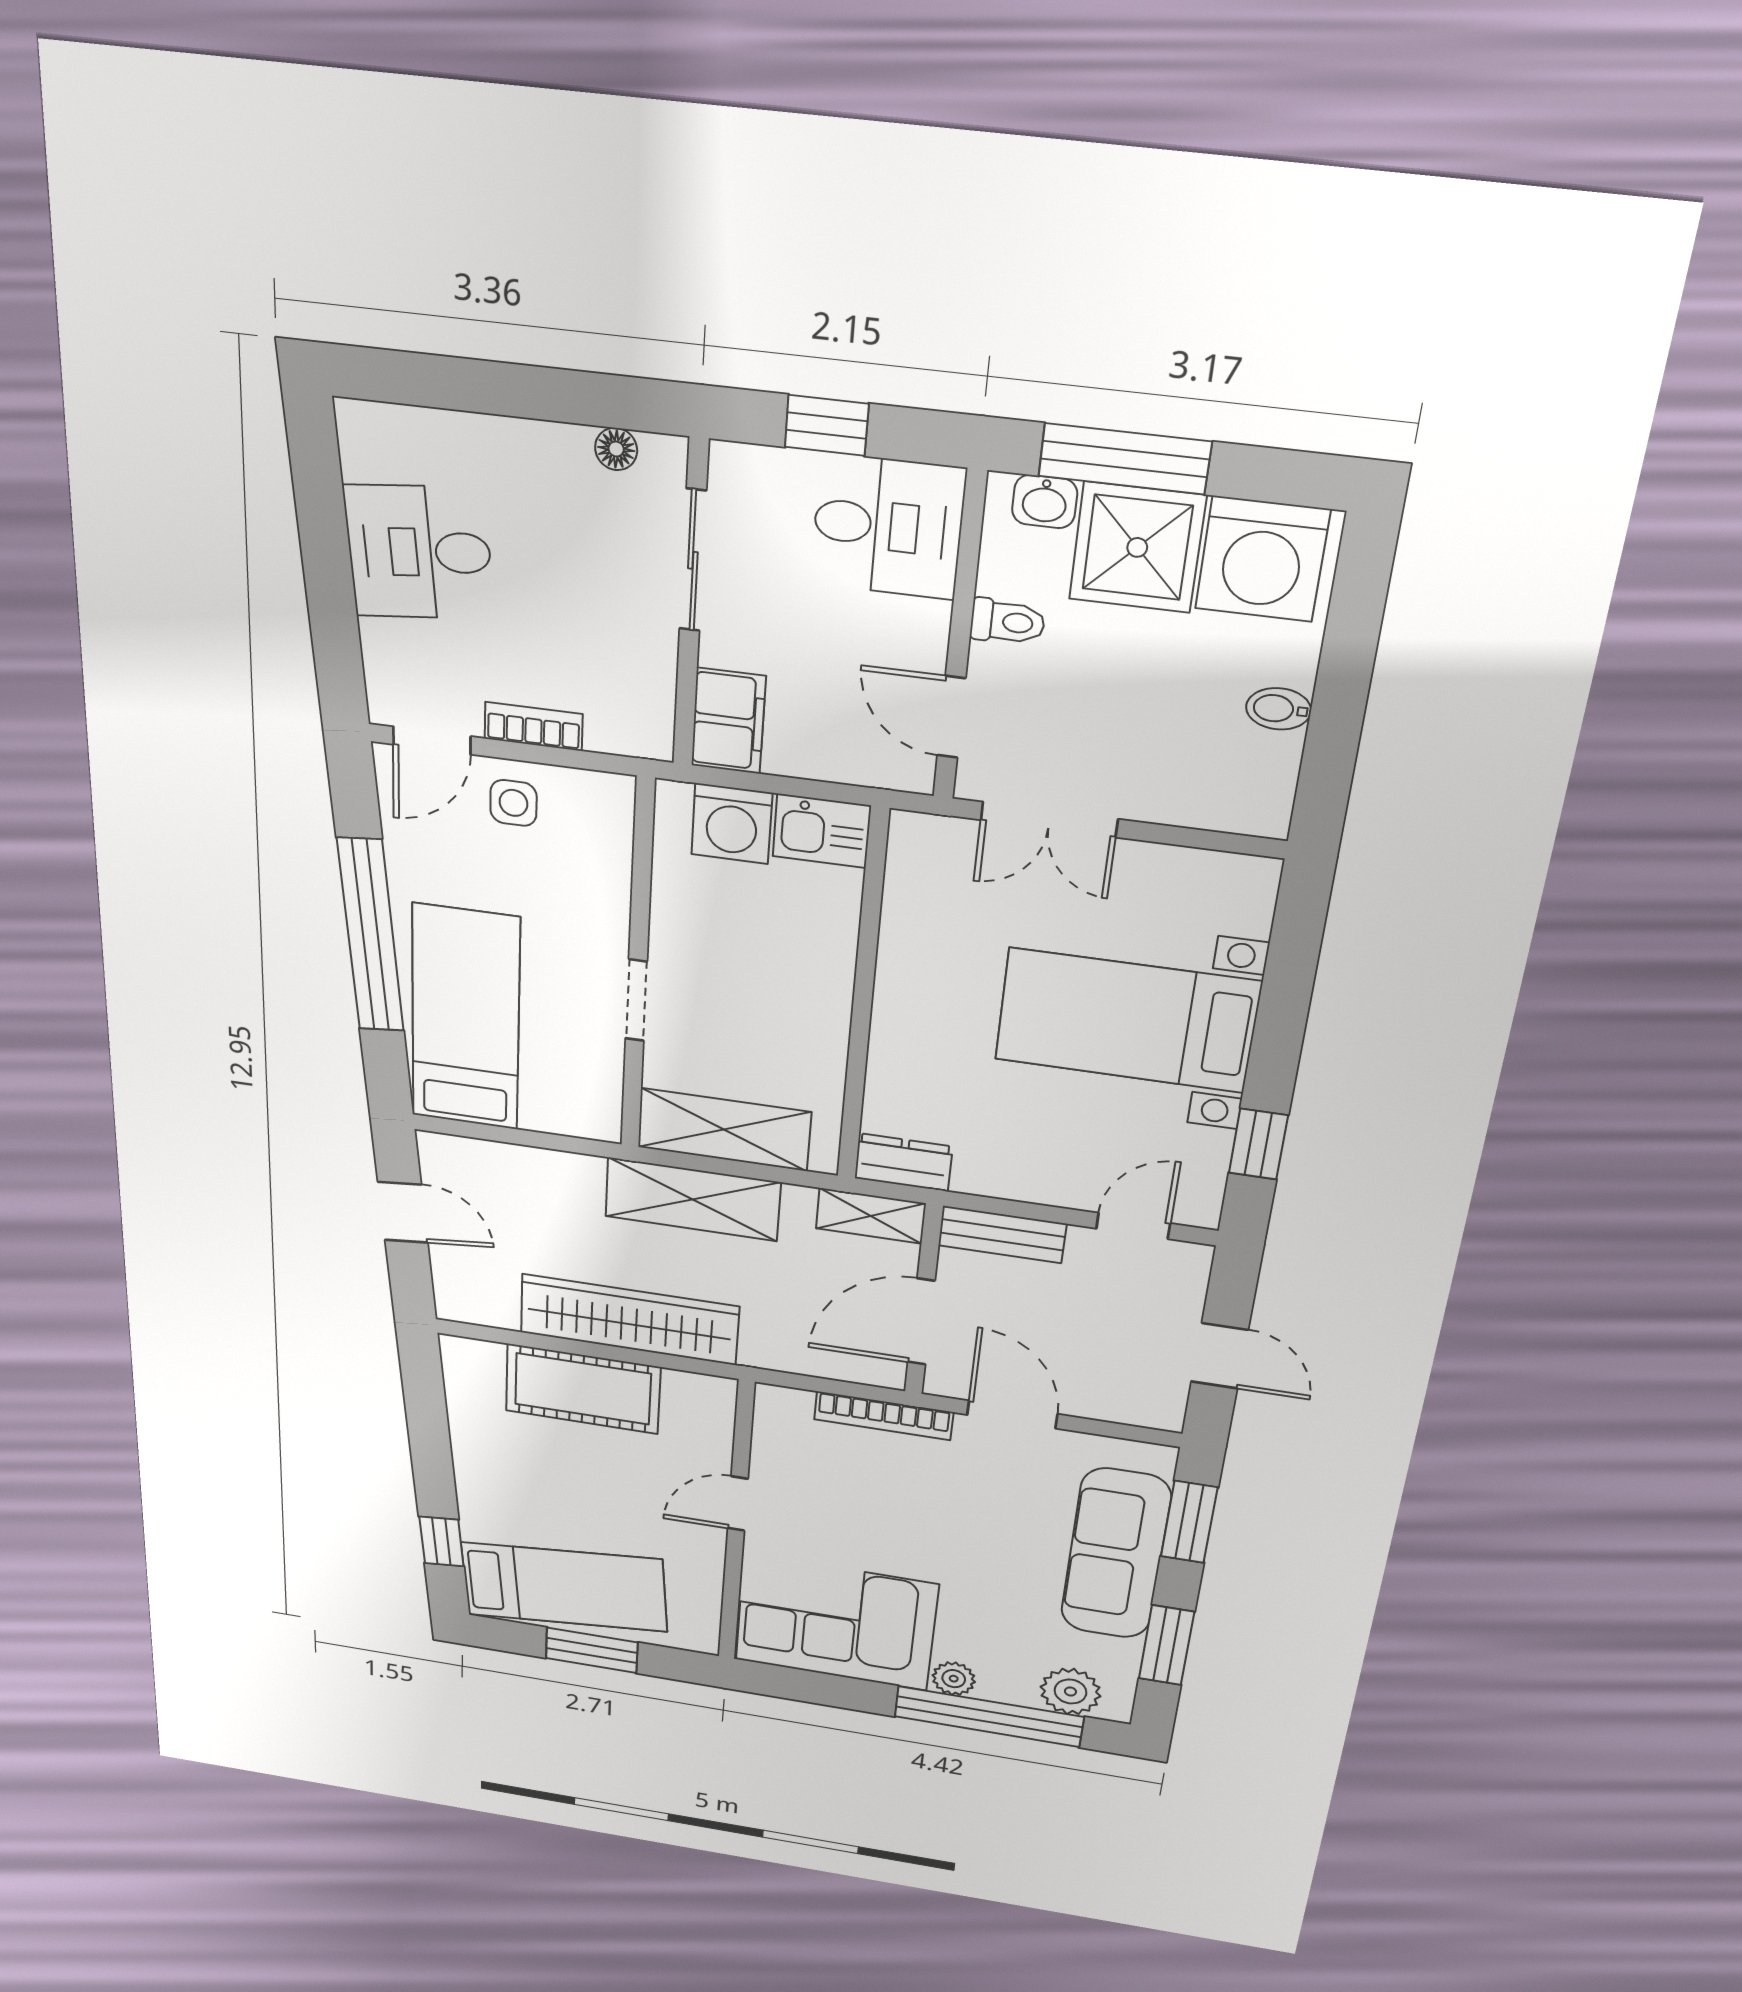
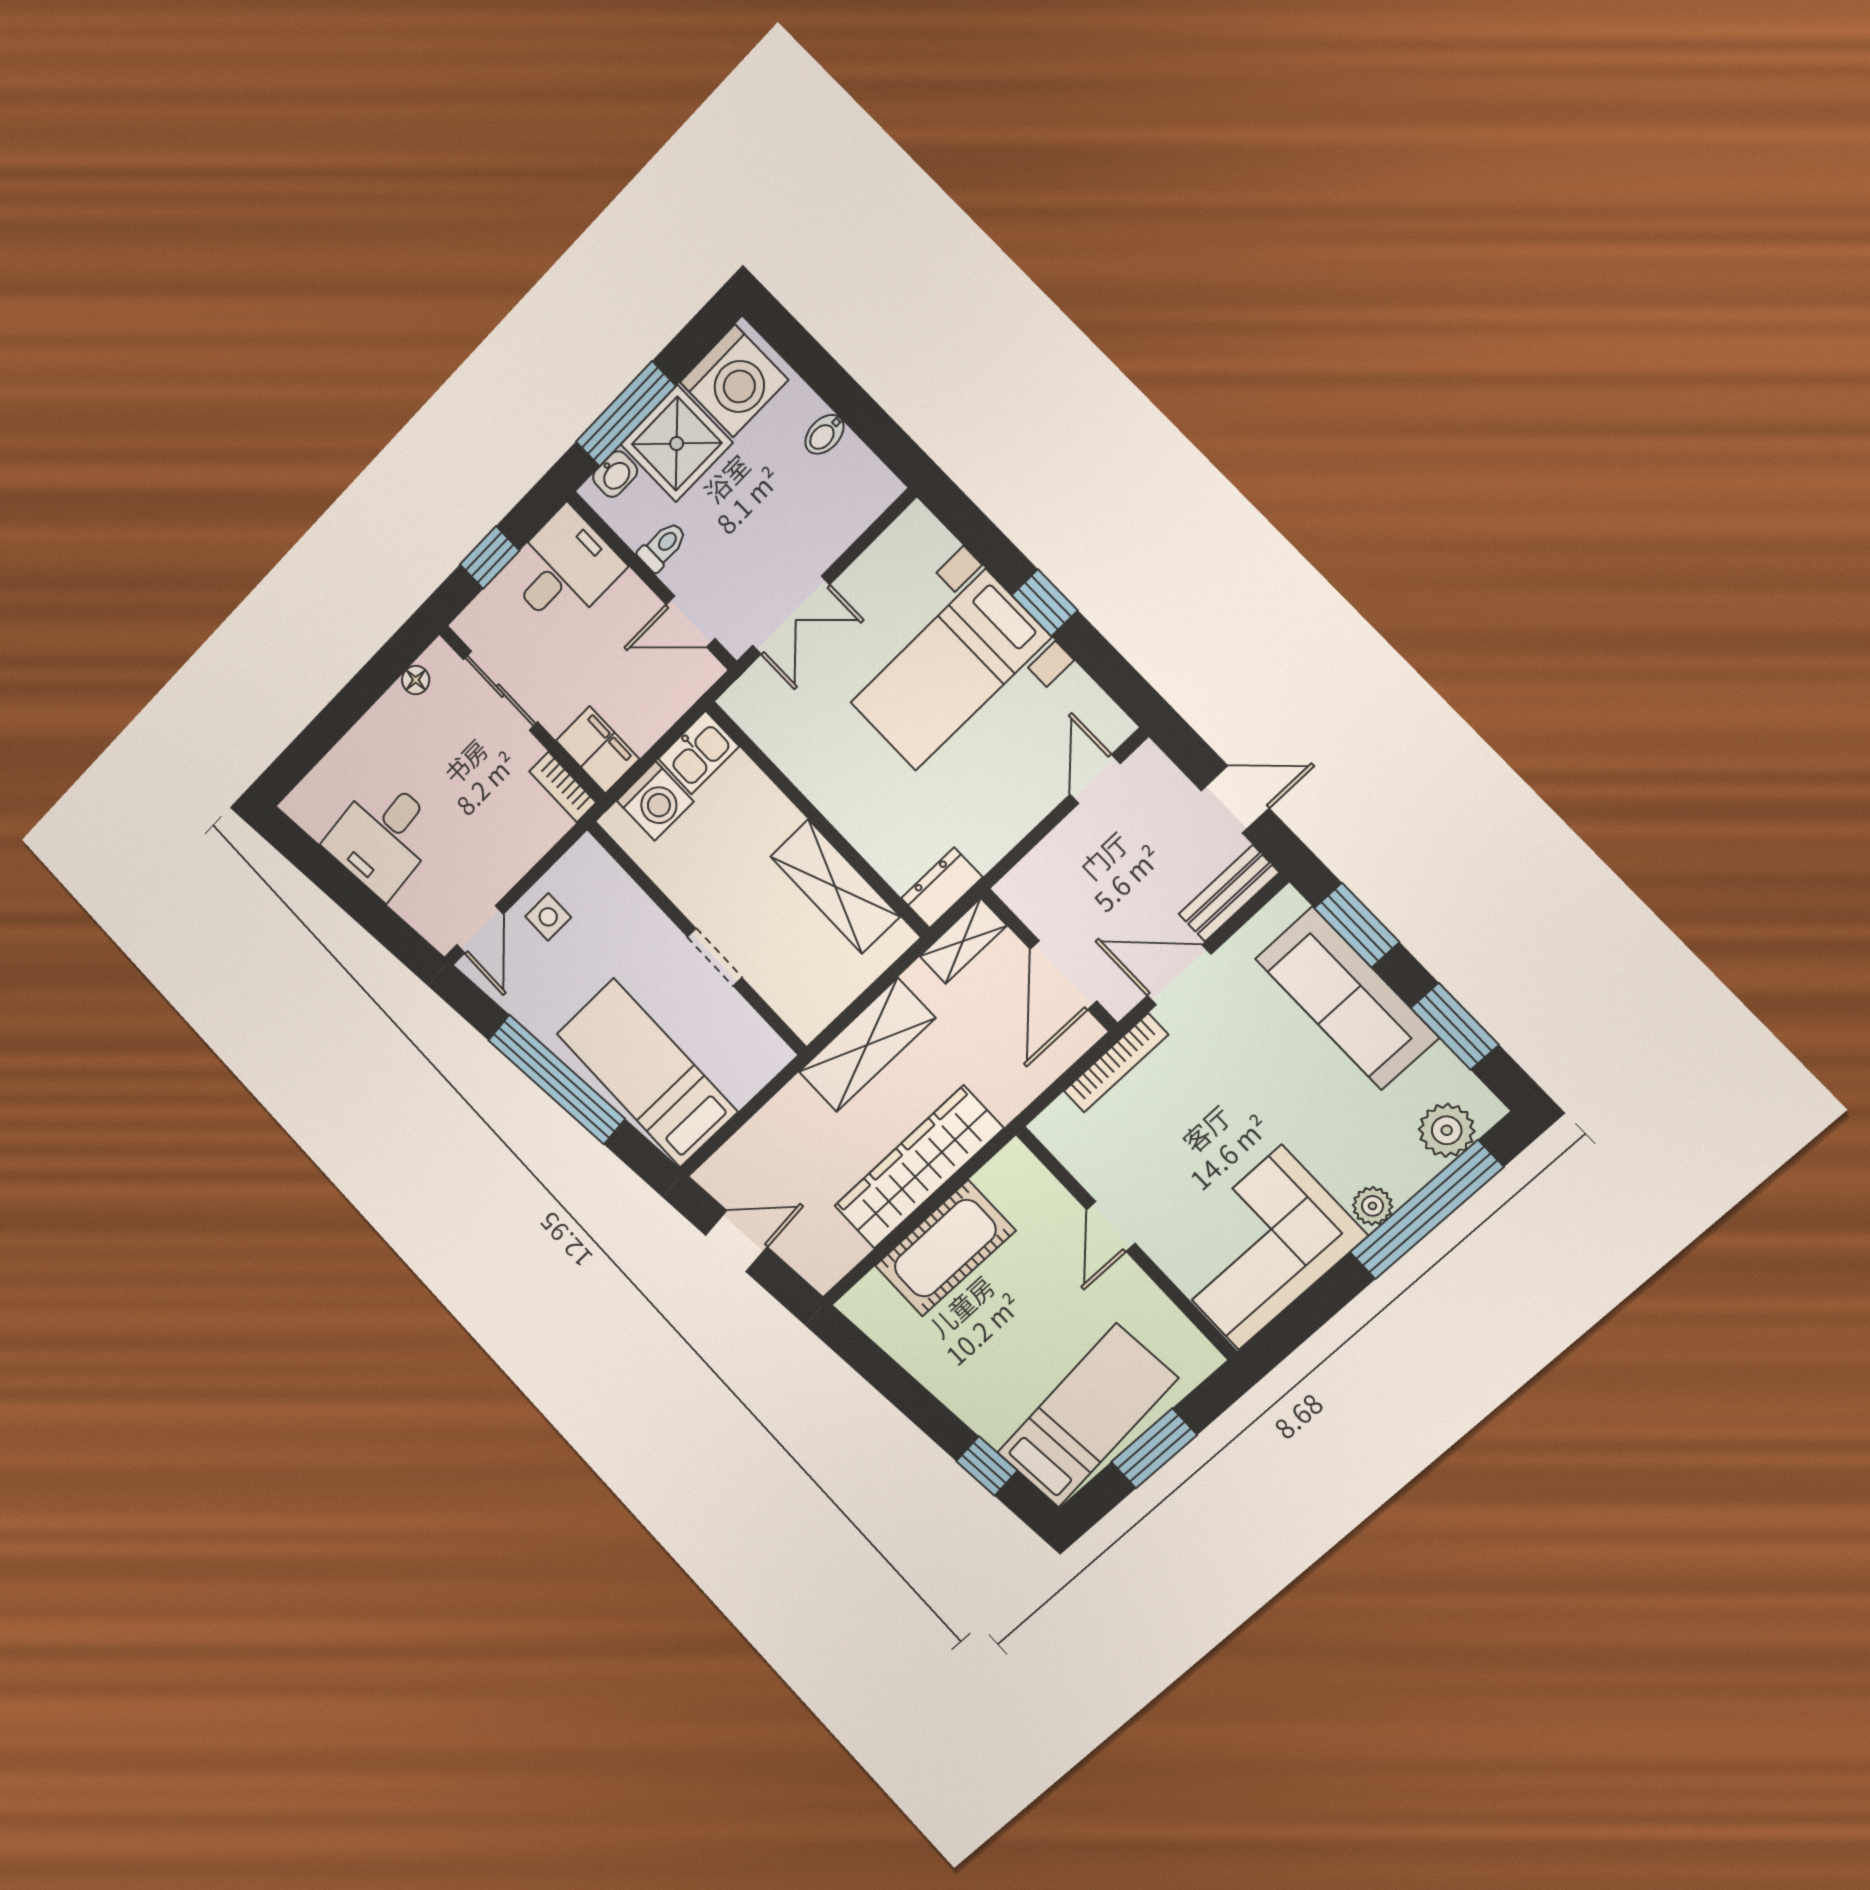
bookcase: (533, 726) -> (563, 787), moved, turned -90
shelving: (724, 1130) -> (835, 886), moved, turned 90
window: (1258, 1144) -> (1045, 603), moved
bench: (1002, 1235) -> (1229, 893), moved

